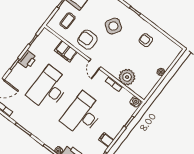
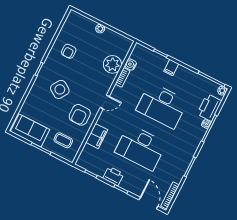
water cooler: (135, 102) -> (131, 64), moved
filing cabinet: (106, 140) -> (171, 67), moved

